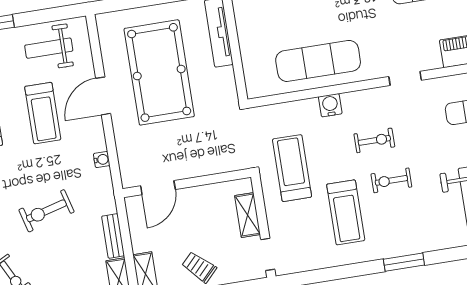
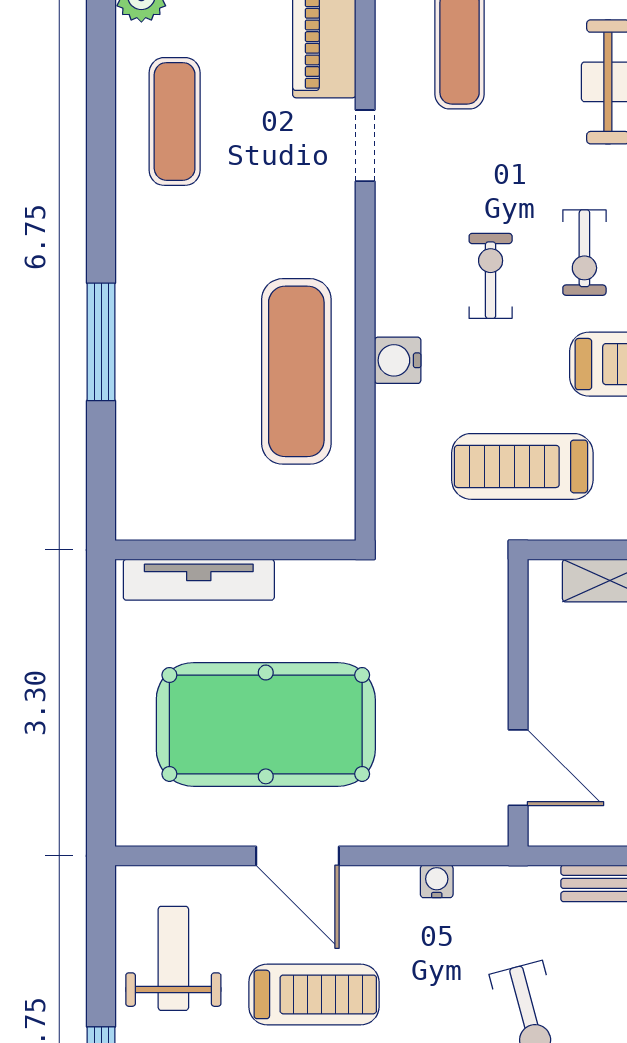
weight bench: (49, 48) -> (173, 958), turned 180
doorway: (405, 78) -> (365, 146), moved

